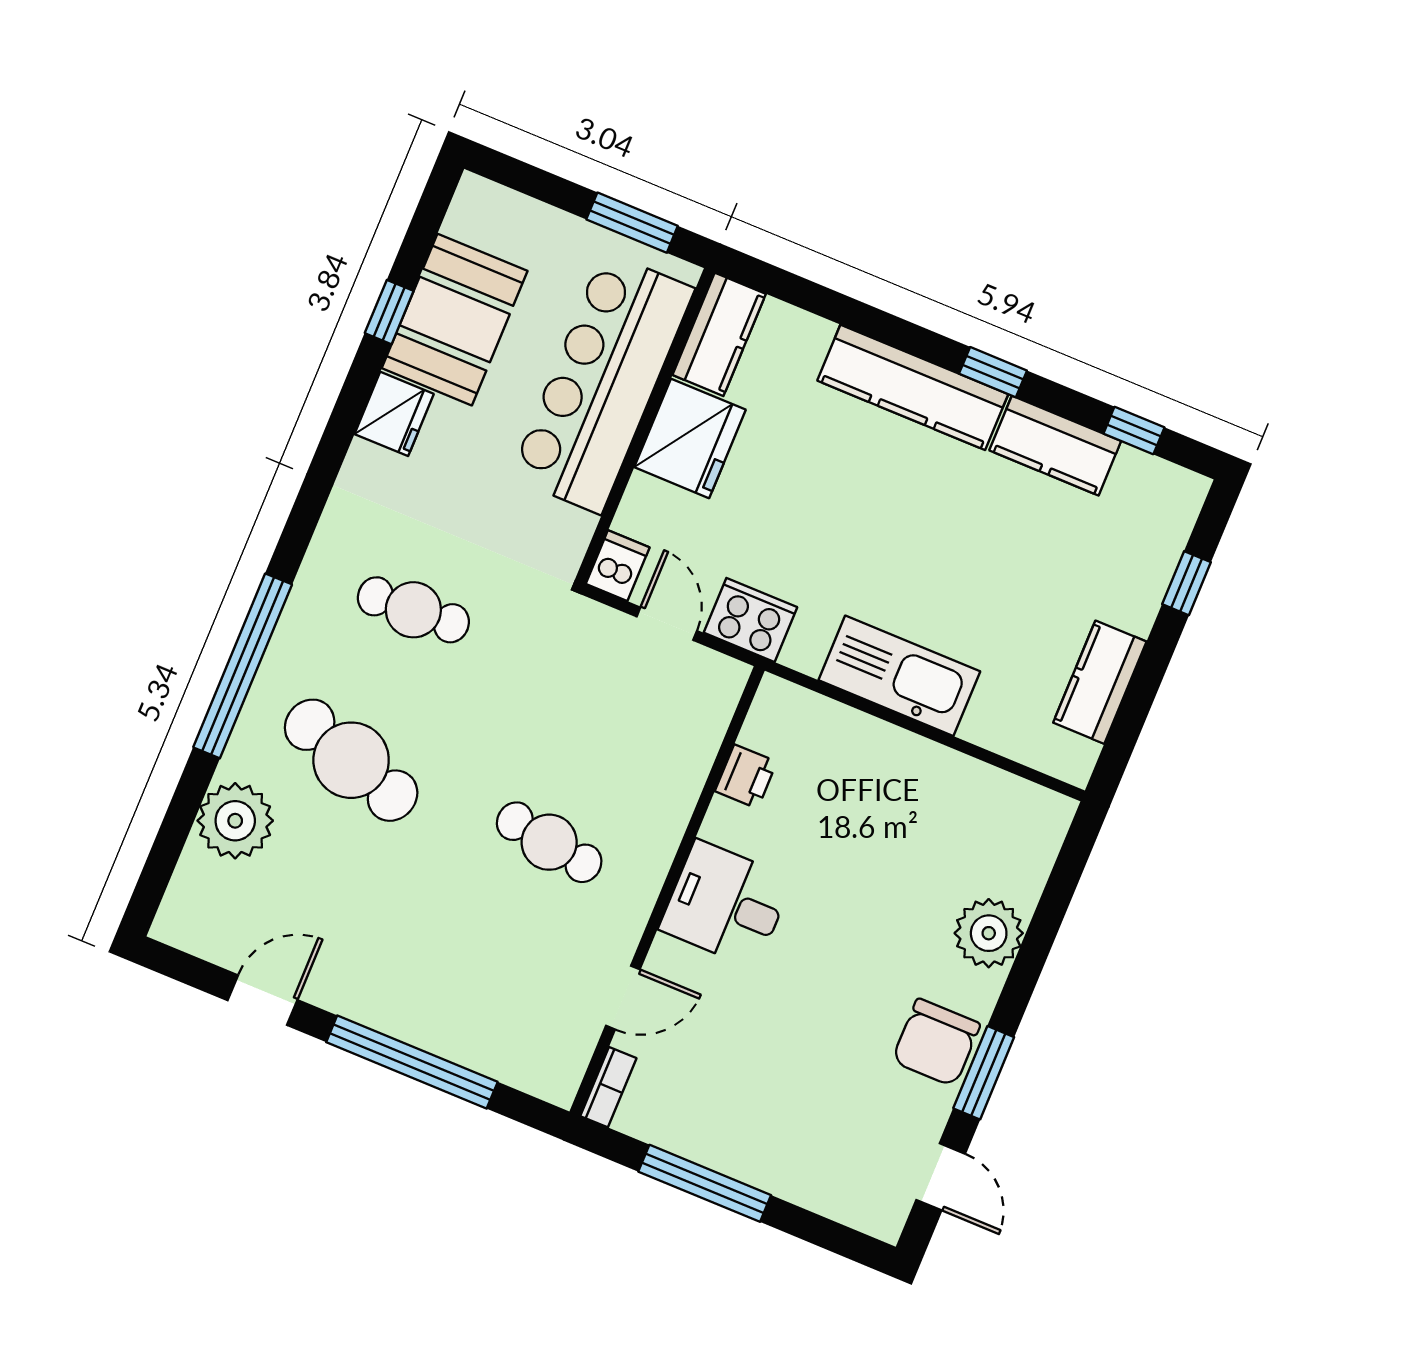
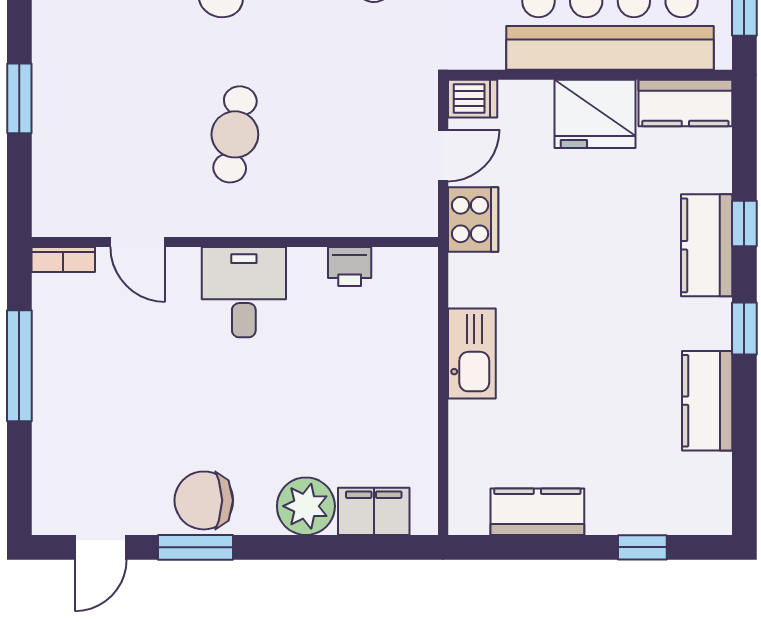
kitchen counter: (913, 387) -> (707, 245), width x0.67
window: (1134, 430) -> (744, 223), moved
kitchen sink: (899, 676) -> (472, 354), width x0.73, depth x0.81
filing cabinet: (1025, 861) -> (374, 511), added
window: (412, 1062) -> (19, 98), width x0.47

